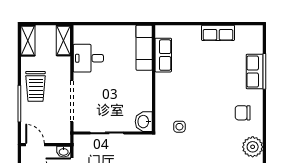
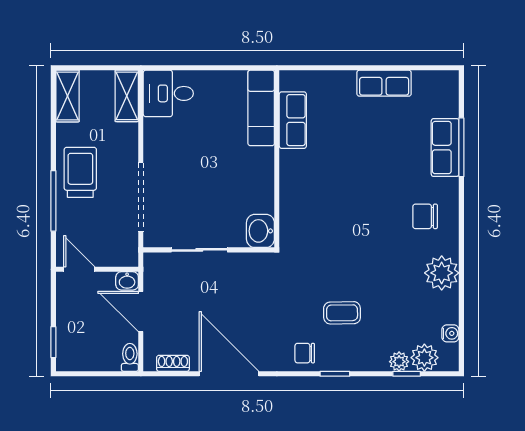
desk: (88, 58) -> (168, 93), moved
trolley: (36, 86) -> (80, 172), turned 180
side table: (179, 127) -> (320, 239), removed

